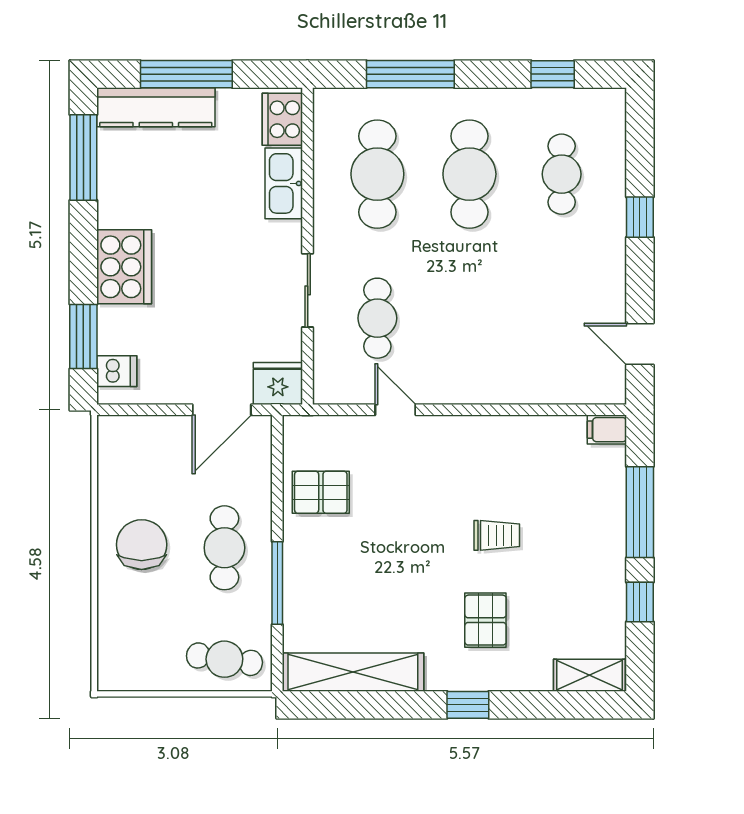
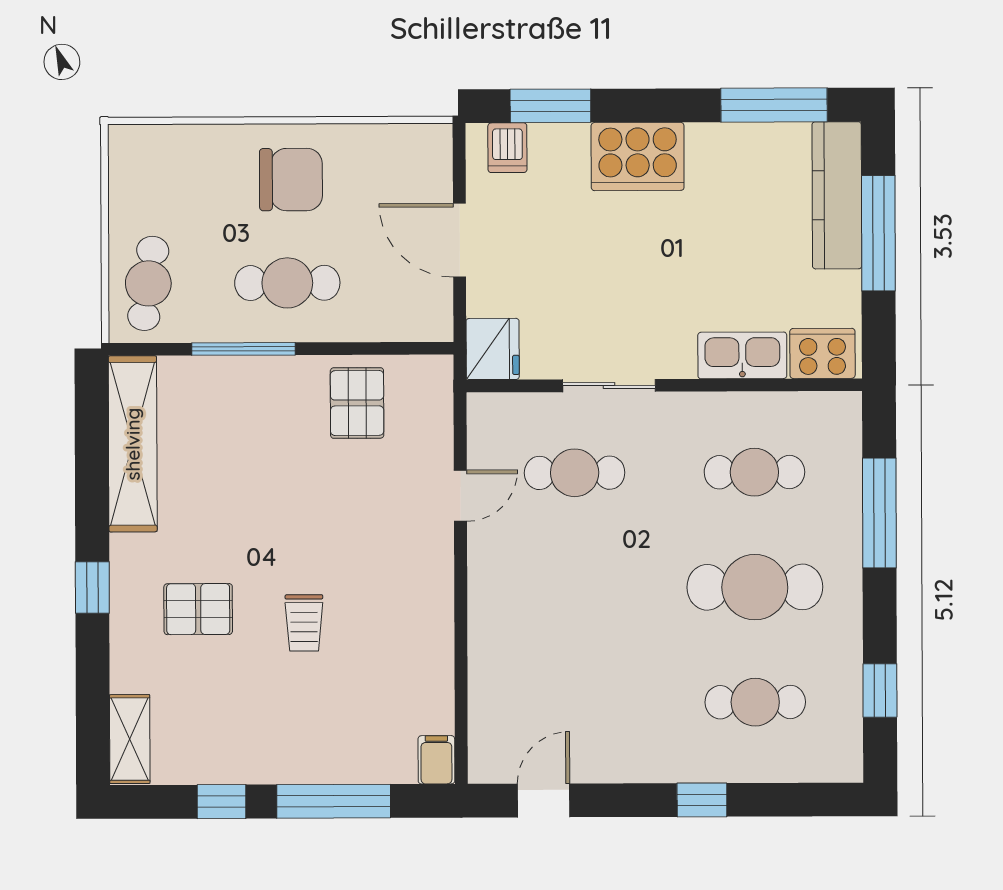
cafe table: (377, 174) -> (754, 472), width x0.73, depth x0.74
door: (222, 410) -> (459, 240), moved

